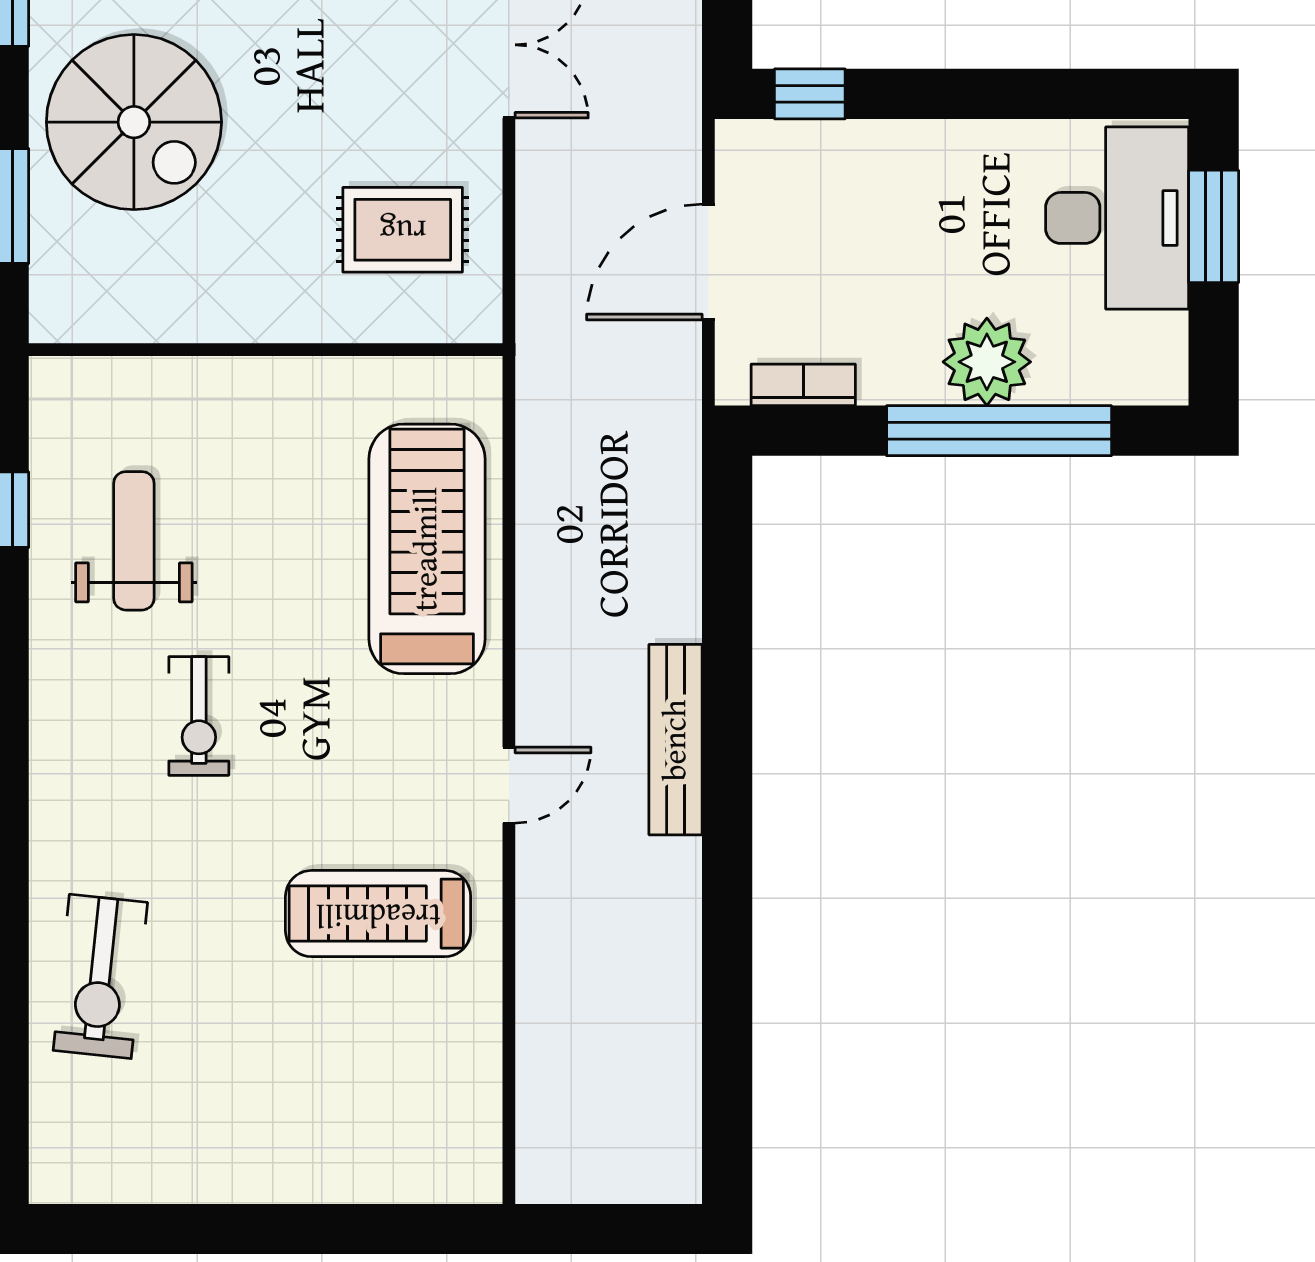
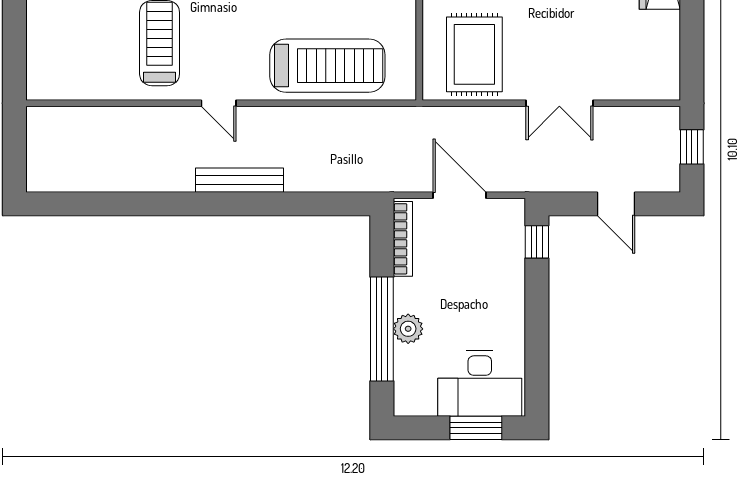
rug: (403, 230) -> (474, 54), width x1.36, depth x1.43
plant: (987, 362) -> (408, 329), width x0.73, depth x0.73
bookcase: (803, 385) -> (403, 239), width x1.56

